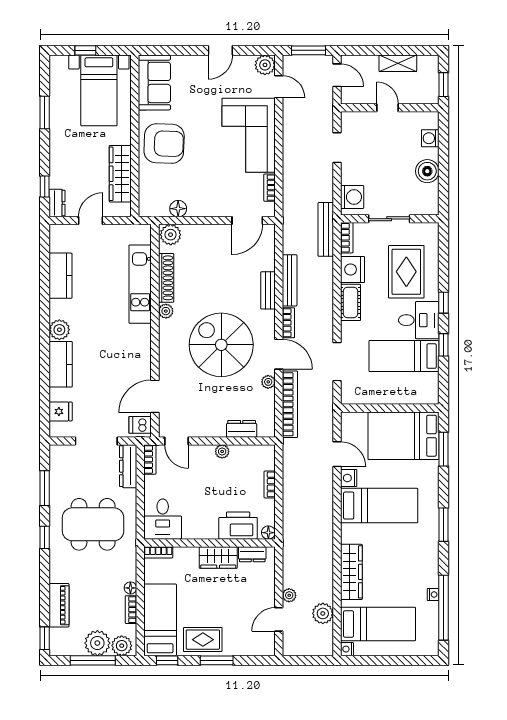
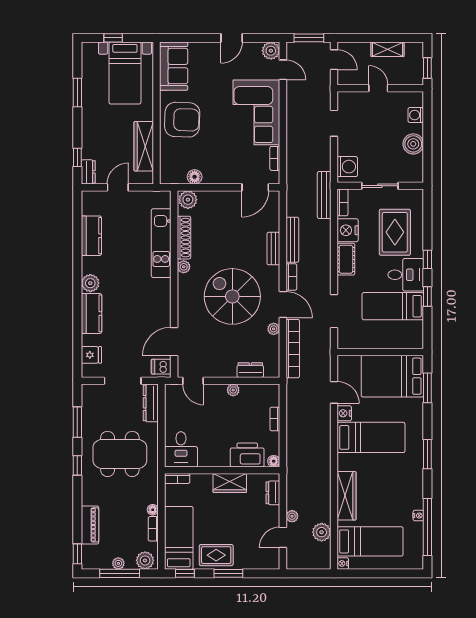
bookcase: (150, 459) -> (170, 397), removed
dresser: (252, 554) -> (273, 493), moved, turned 90
plant: (97, 643) -> (118, 563), width x0.53, depth x0.53

